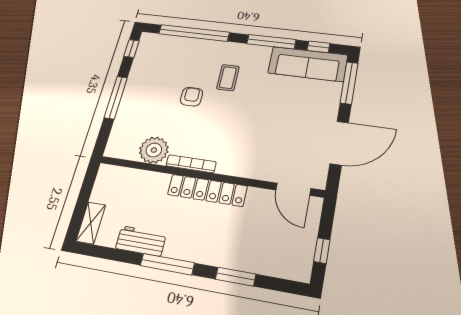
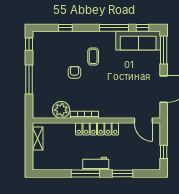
window: (194, 33) -> (65, 28), width x0.32
shelving: (91, 223) -> (38, 138), moved
workbench: (141, 241) -> (96, 164), moved

